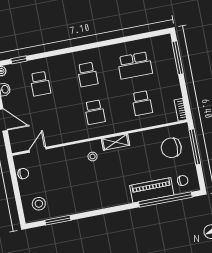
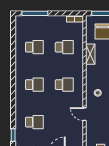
school desk: (135, 65) -> (34, 47), width x0.54
shelving: (116, 142) -> (90, 54), moved
door: (38, 150) -> (84, 114), moved

